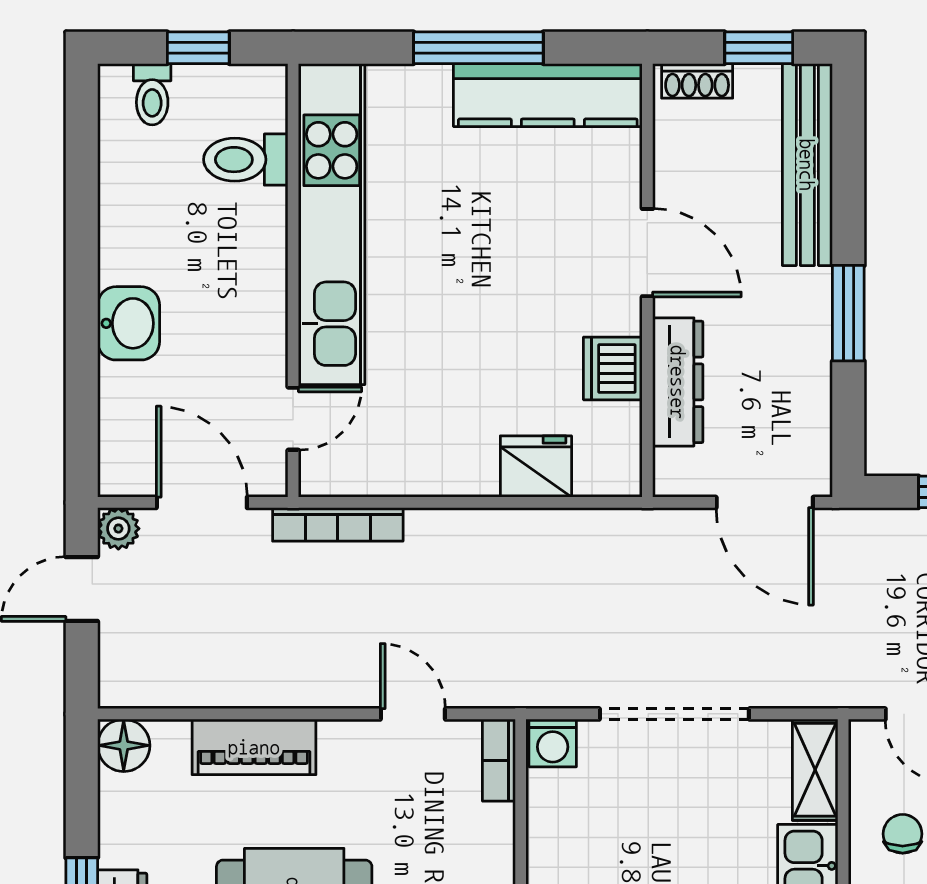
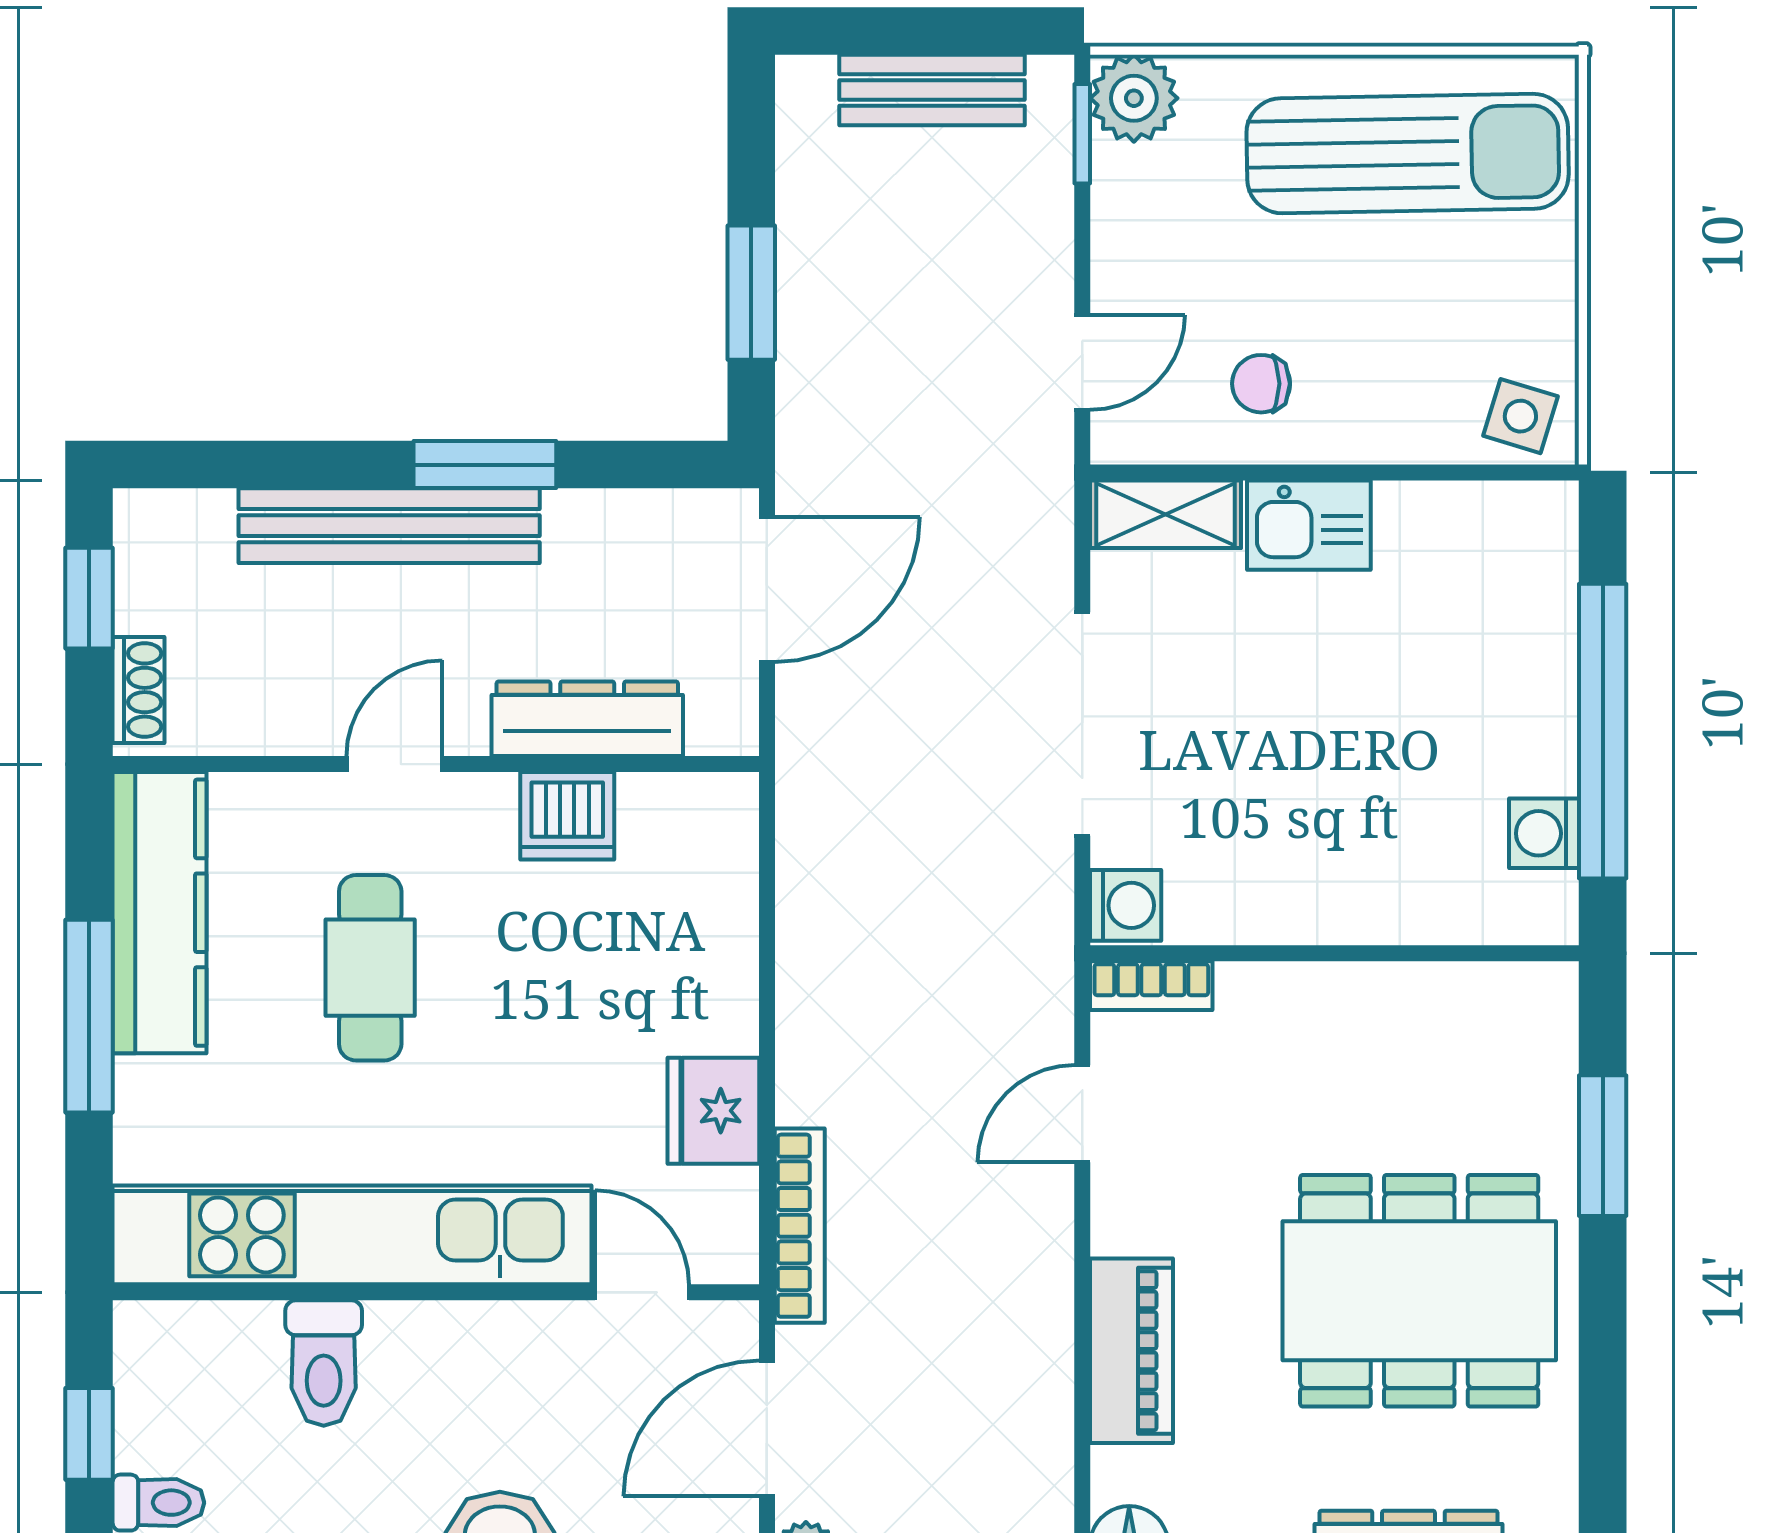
toilet: (246, 160) -> (324, 1363), moved
bench: (807, 165) -> (389, 526), moved
cafe table: (511, 236) -> (370, 968), added
door: (647, 253) -> (395, 764), width x0.73
fridge: (536, 467) -> (713, 1111), moved

